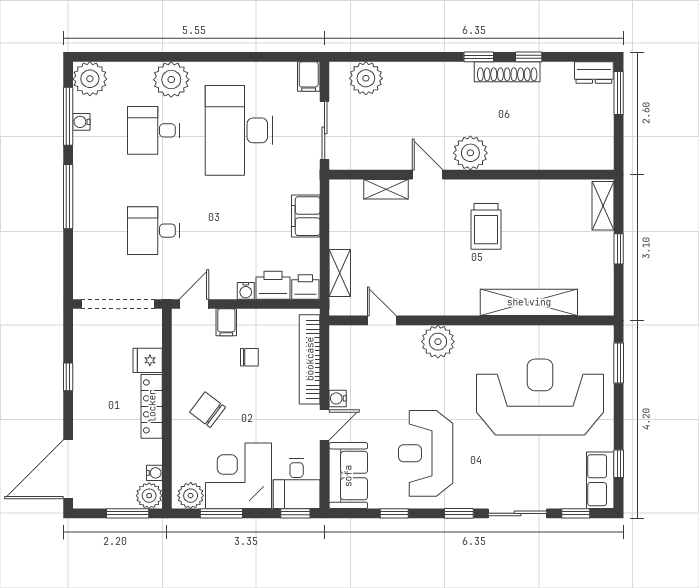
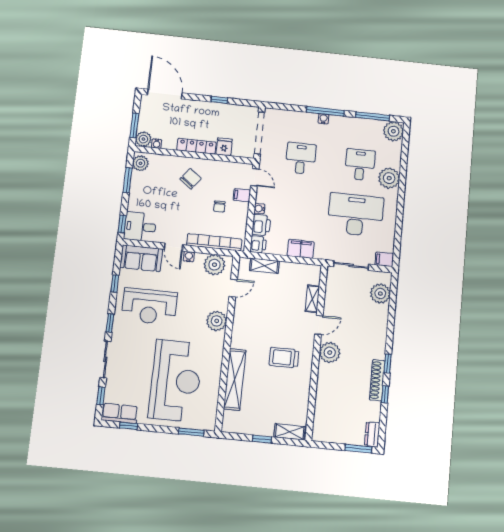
water cooler: (81, 122) -> (324, 119), moved
plant: (347, 355) -> (214, 265), added
reception desk: (426, 453) -> (149, 306), turned 180
corner desk: (238, 476) -> (149, 193), removed

